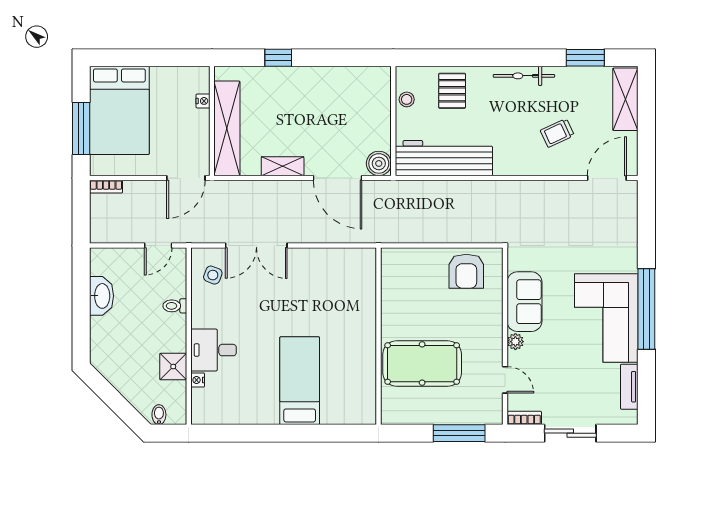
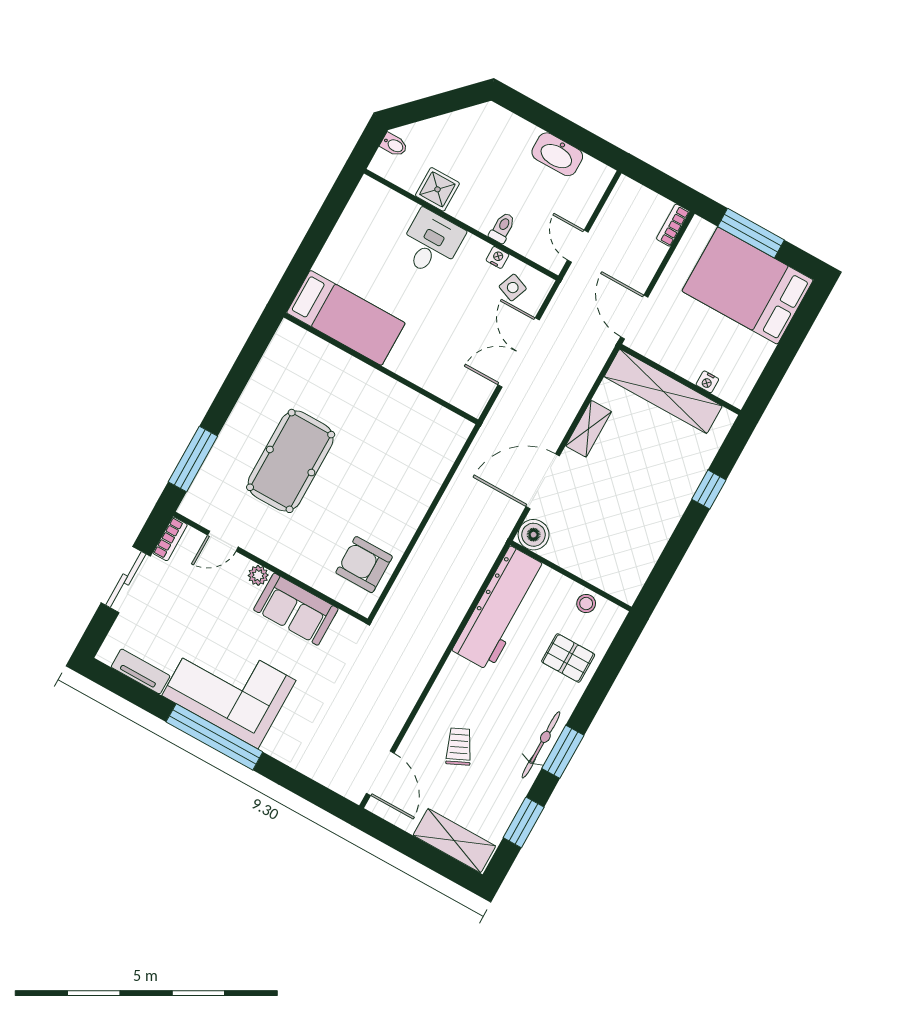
window: (520, 58) -> (563, 752), added
wall: (378, 336) -> (381, 369), moved
nightstand: (198, 380) -> (497, 257), moved

